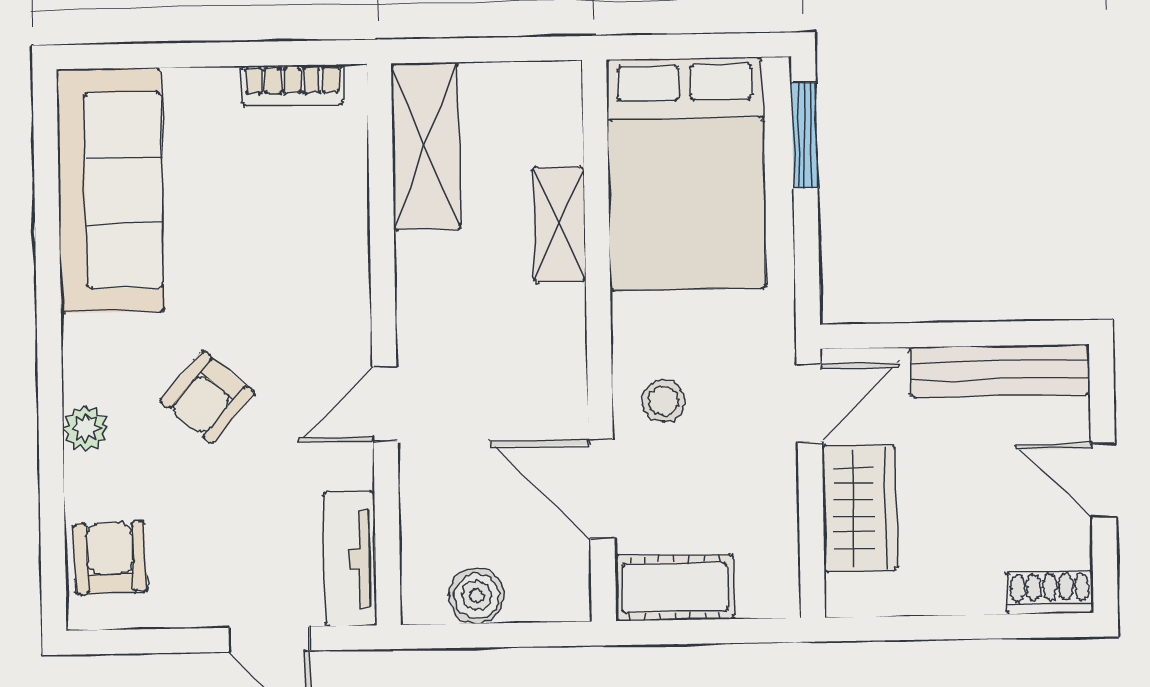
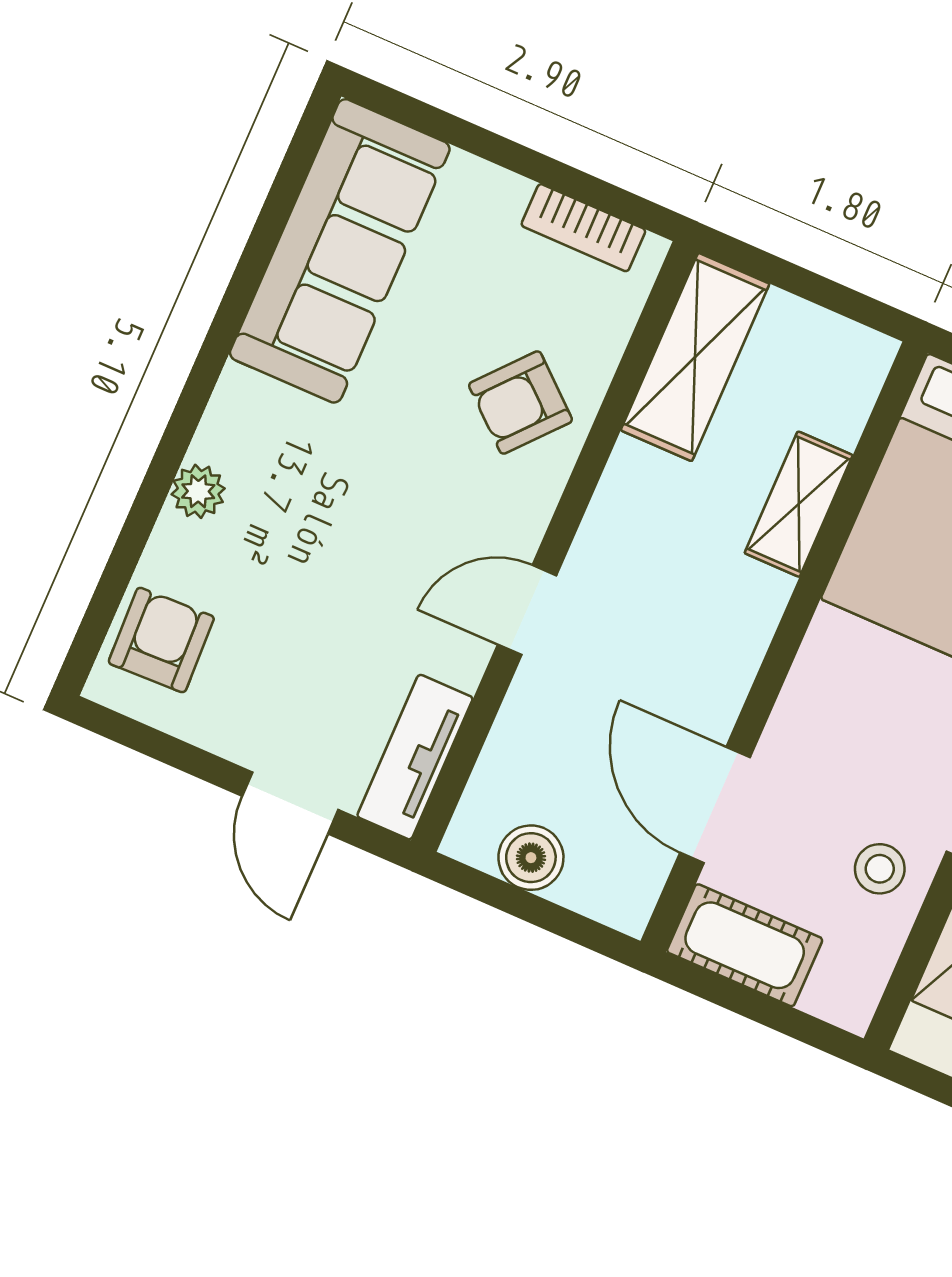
armchair: (207, 397) -> (520, 403), moved
stool: (663, 401) -> (880, 869), moved

